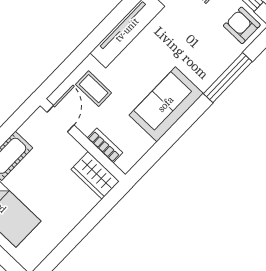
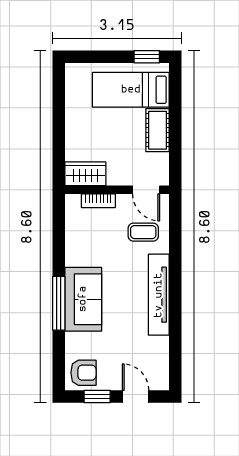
window: (228, 78) -> (59, 303), moved
sofa: (166, 104) -> (83, 299), moved

